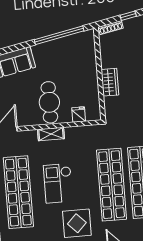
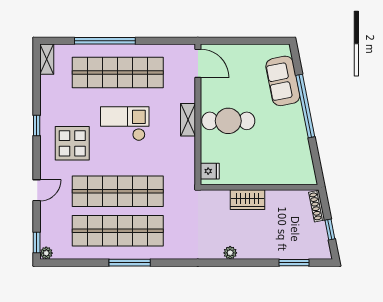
window: (59, 35) -> (305, 106), moved
fridge: (79, 115) -> (210, 171), moved

